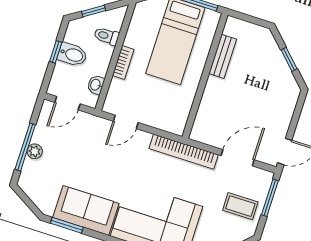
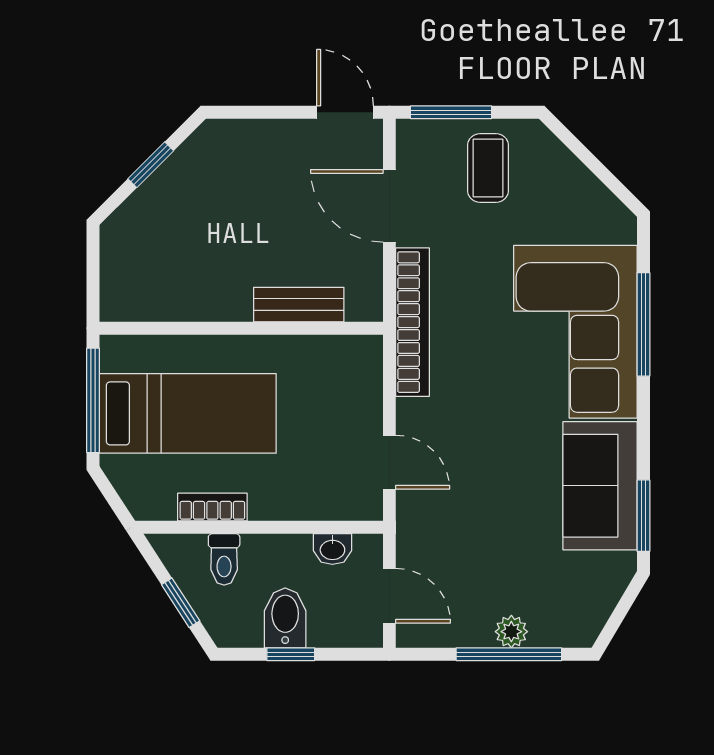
bench: (223, 56) -> (299, 305), moved
bookcase: (123, 62) -> (212, 507), moved

